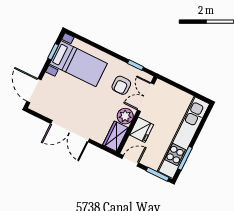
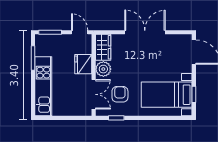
kitchen unit: (184, 137) -> (43, 86), width x0.73
door: (130, 161) -> (80, 32), swing flipped

